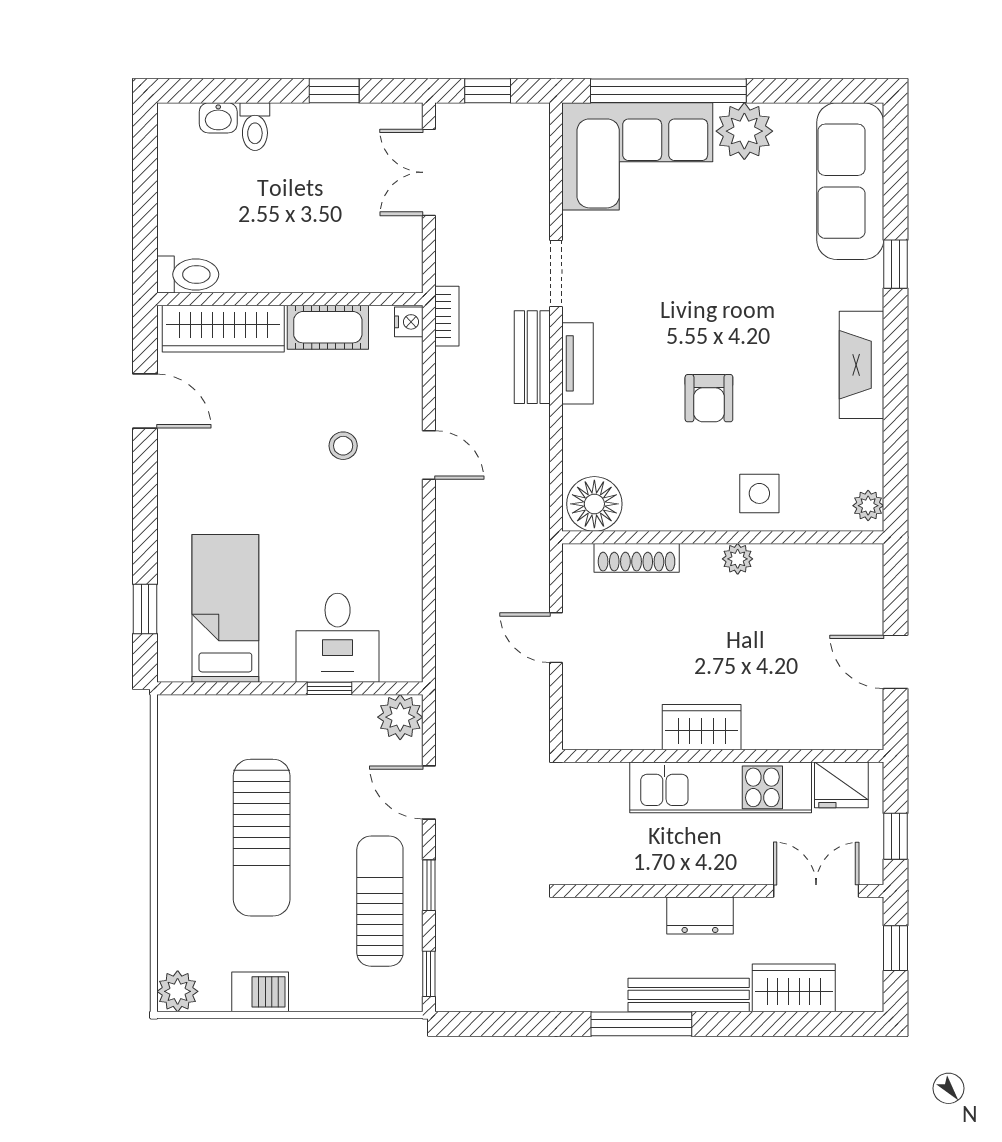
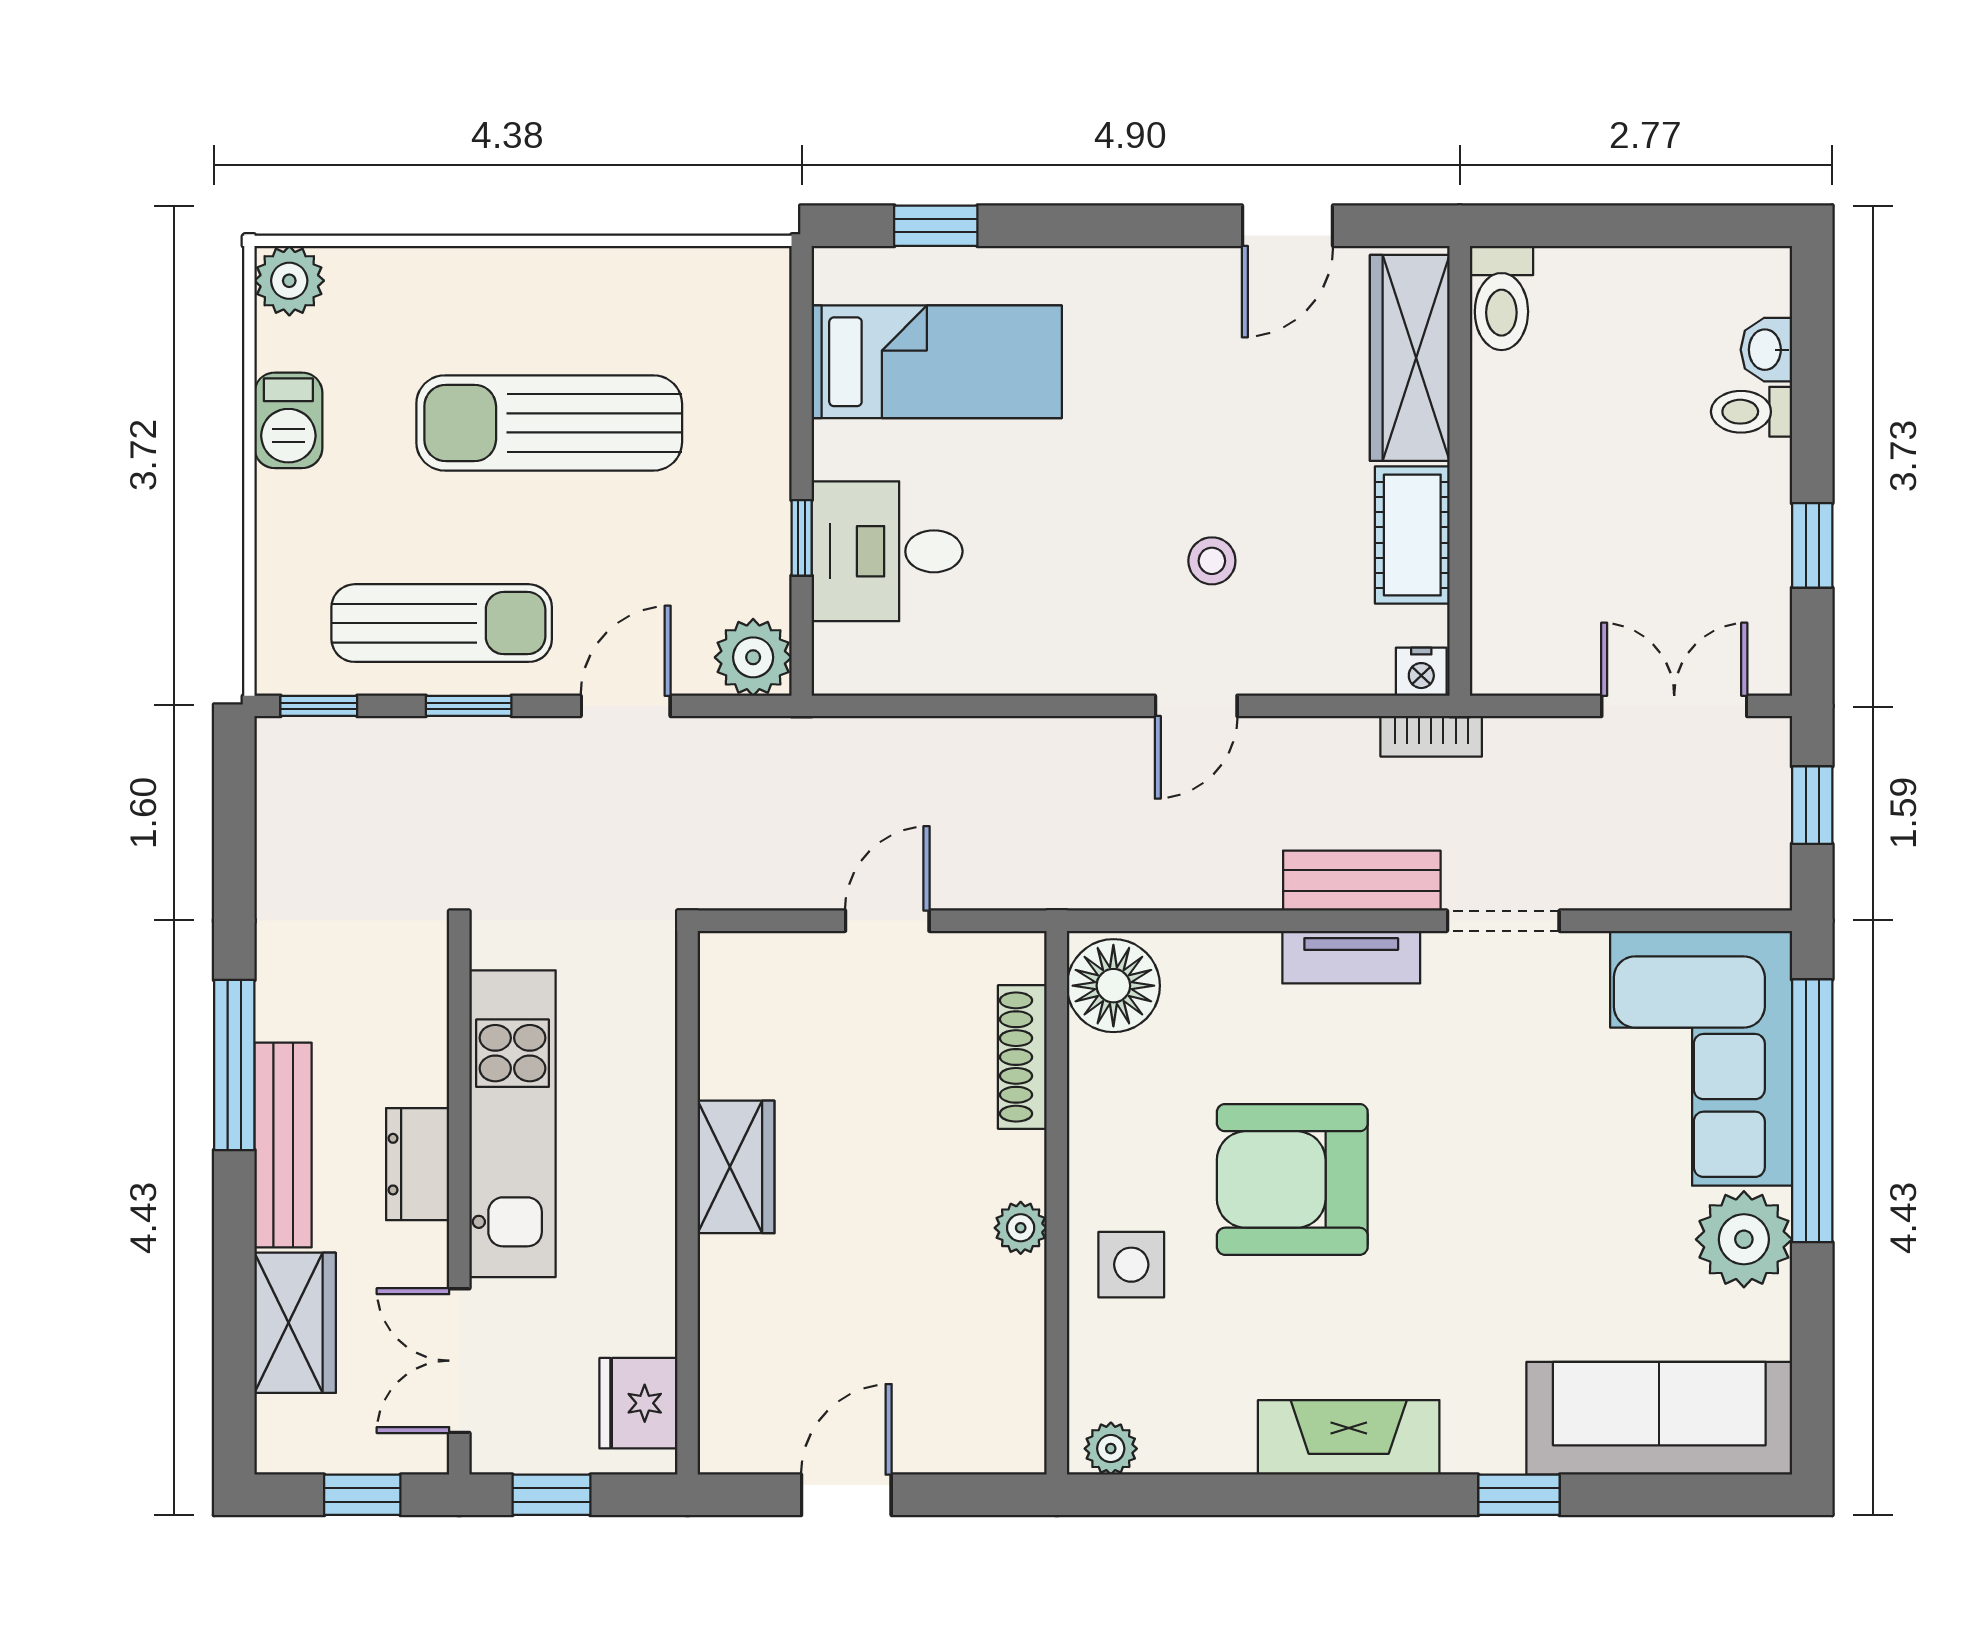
armchair: (709, 398) -> (1292, 1179), width x1.88, depth x1.88
kitchen unit: (721, 787) -> (513, 1124), moved, turned 180
double door: (816, 891) -> (459, 1361), swing flipped

